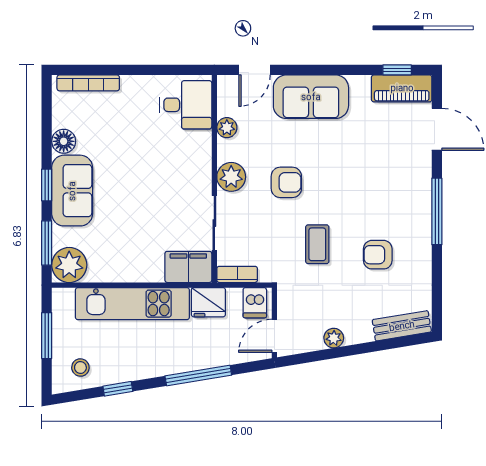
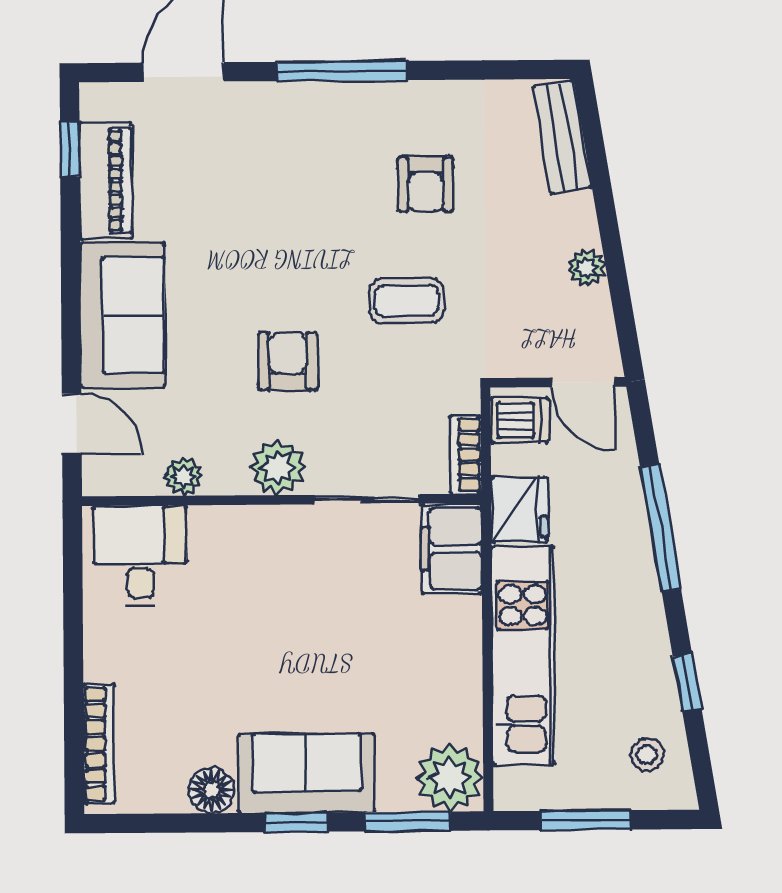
piano: (402, 88) -> (106, 181), moved

